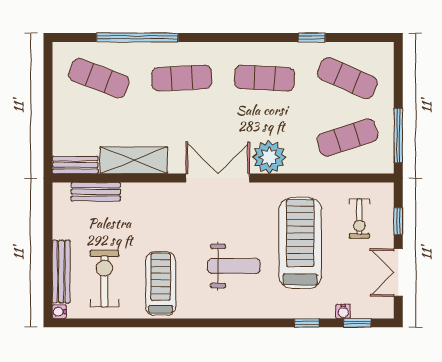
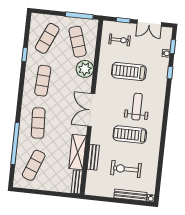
plant: (269, 157) -> (85, 69), moved
bench: (96, 192) -> (93, 157), moved
treadmill: (300, 243) -> (129, 71), width x0.73, depth x0.73
exercise bike: (104, 278) -> (126, 169), moved
treadmill: (161, 284) -> (130, 135), moved

